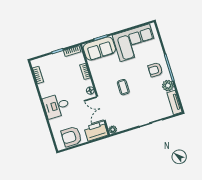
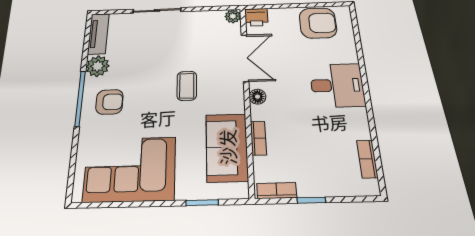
sofa: (99, 49) -> (227, 147), moved, turned -90
printer: (96, 131) -> (256, 17), width x0.53, depth x0.68

